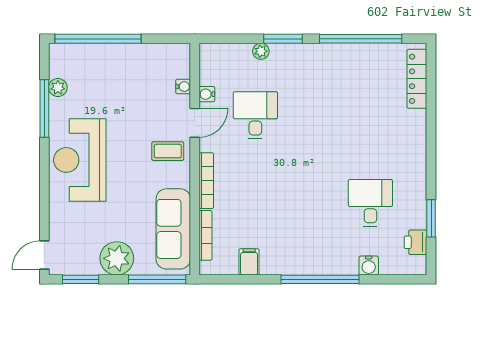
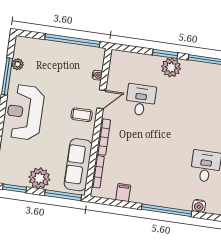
window: (98, 39) -> (72, 41), moved
plant: (261, 51) -> (171, 67), moved, width x1.88, depth x1.88
water cooler: (207, 94) -> (112, 82), removed

